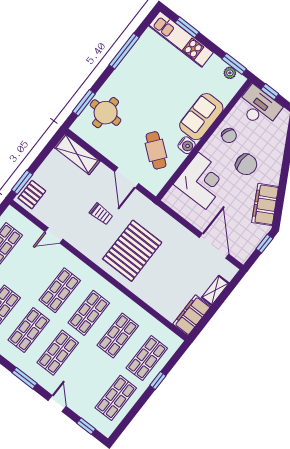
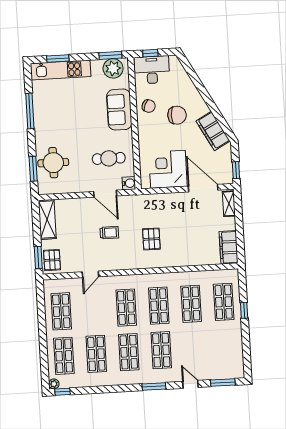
plant: (230, 73) -> (113, 68), width x1.88, depth x1.88
water cooler: (187, 145) -> (129, 183), moved
cafe table: (156, 150) -> (109, 158), turned -38
shelving: (77, 154) -> (47, 219), moved, turned 90
corner desk: (202, 181) -> (168, 169), moved, turned -90
window: (264, 244) -> (236, 170), moved
pallet: (132, 251) -> (151, 239), width x0.49, depth x0.50
shelving: (215, 290) -> (229, 204), moved
shop shelf: (116, 398) -> (226, 346), removed
window: (86, 426) -> (223, 383), width x1.50

